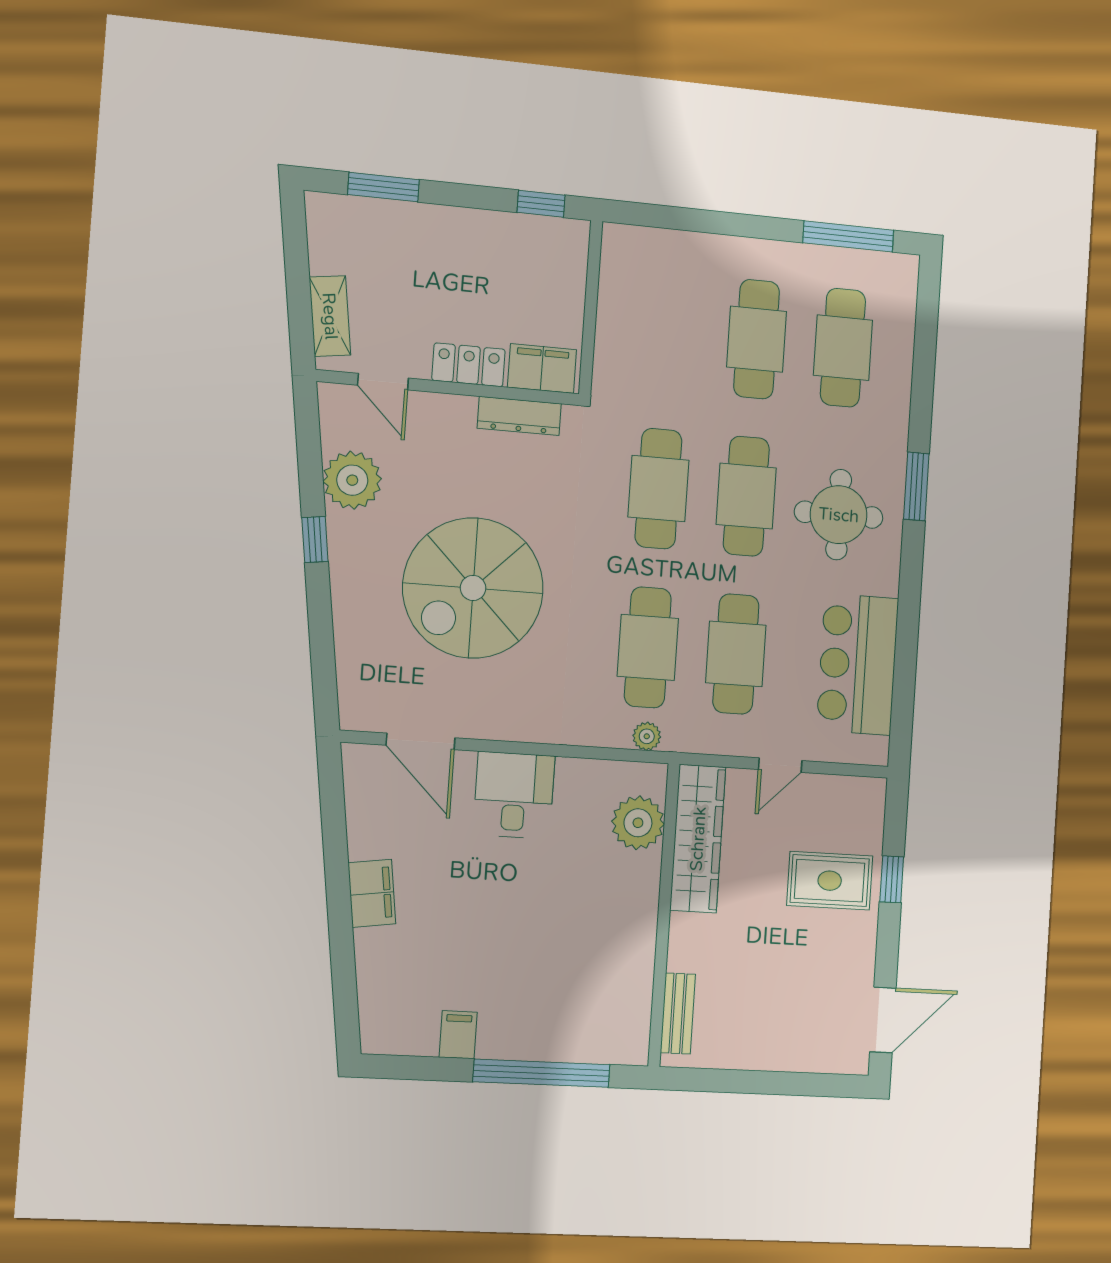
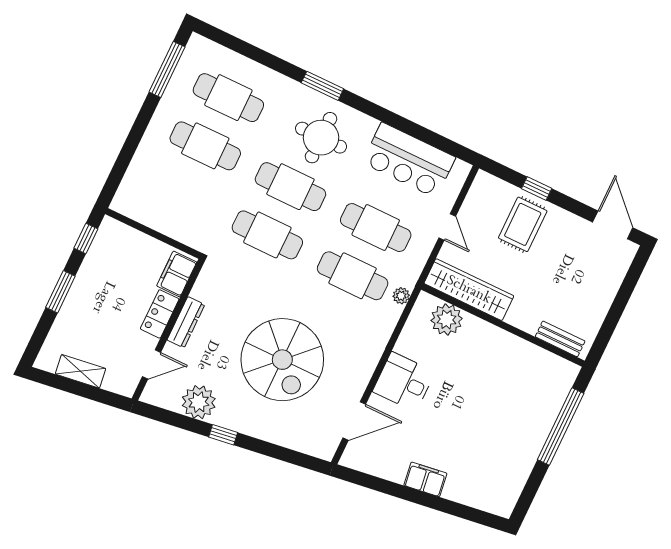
window: (383, 187) -> (60, 292), moved
shelving: (330, 316) -> (80, 371), moved
dresser: (519, 416) -> (186, 322), moved
filing cabinet: (458, 1035) -> (521, 463), removed

